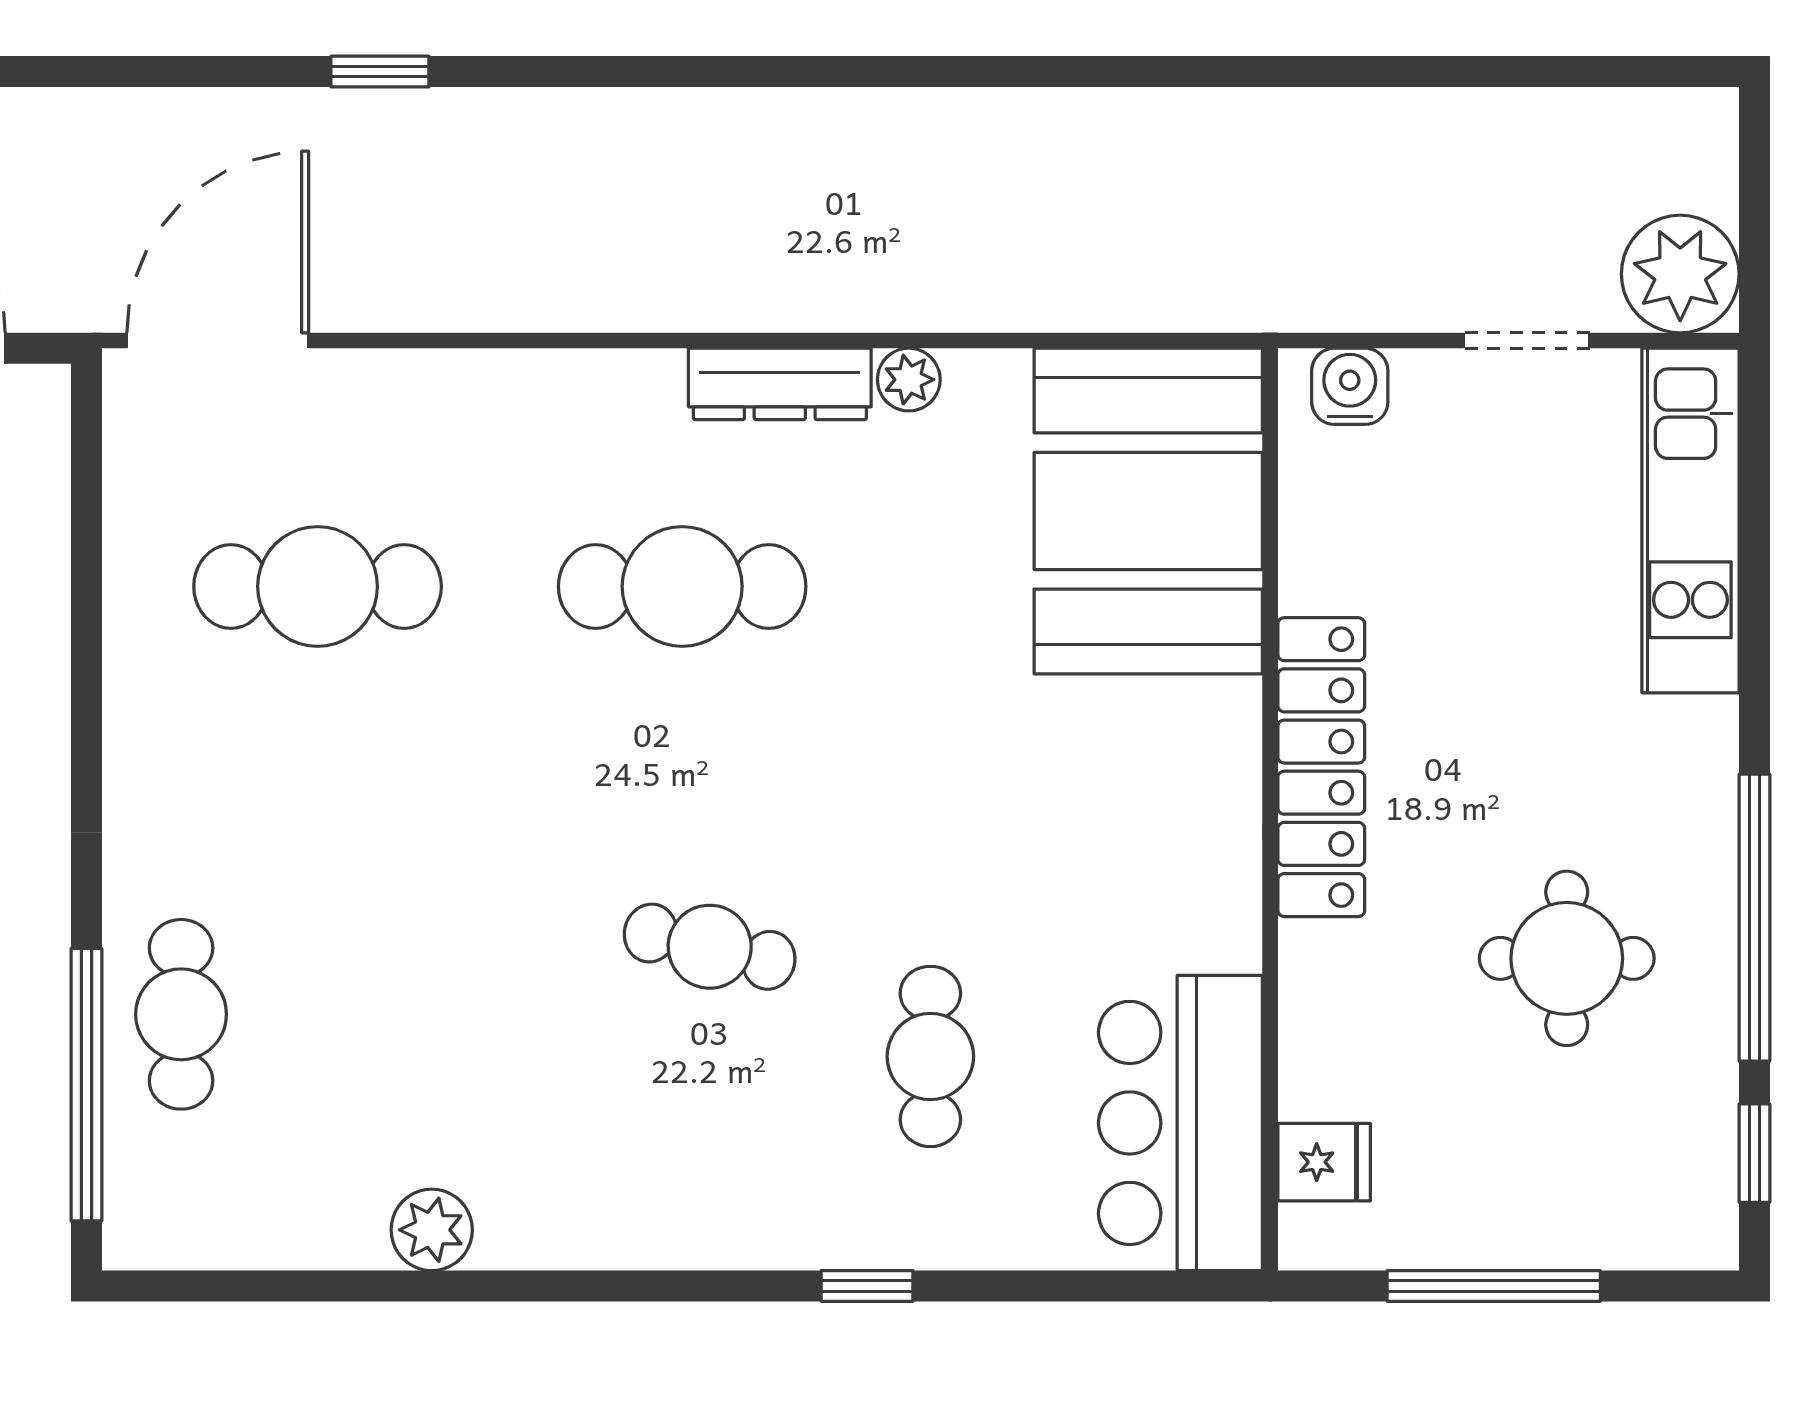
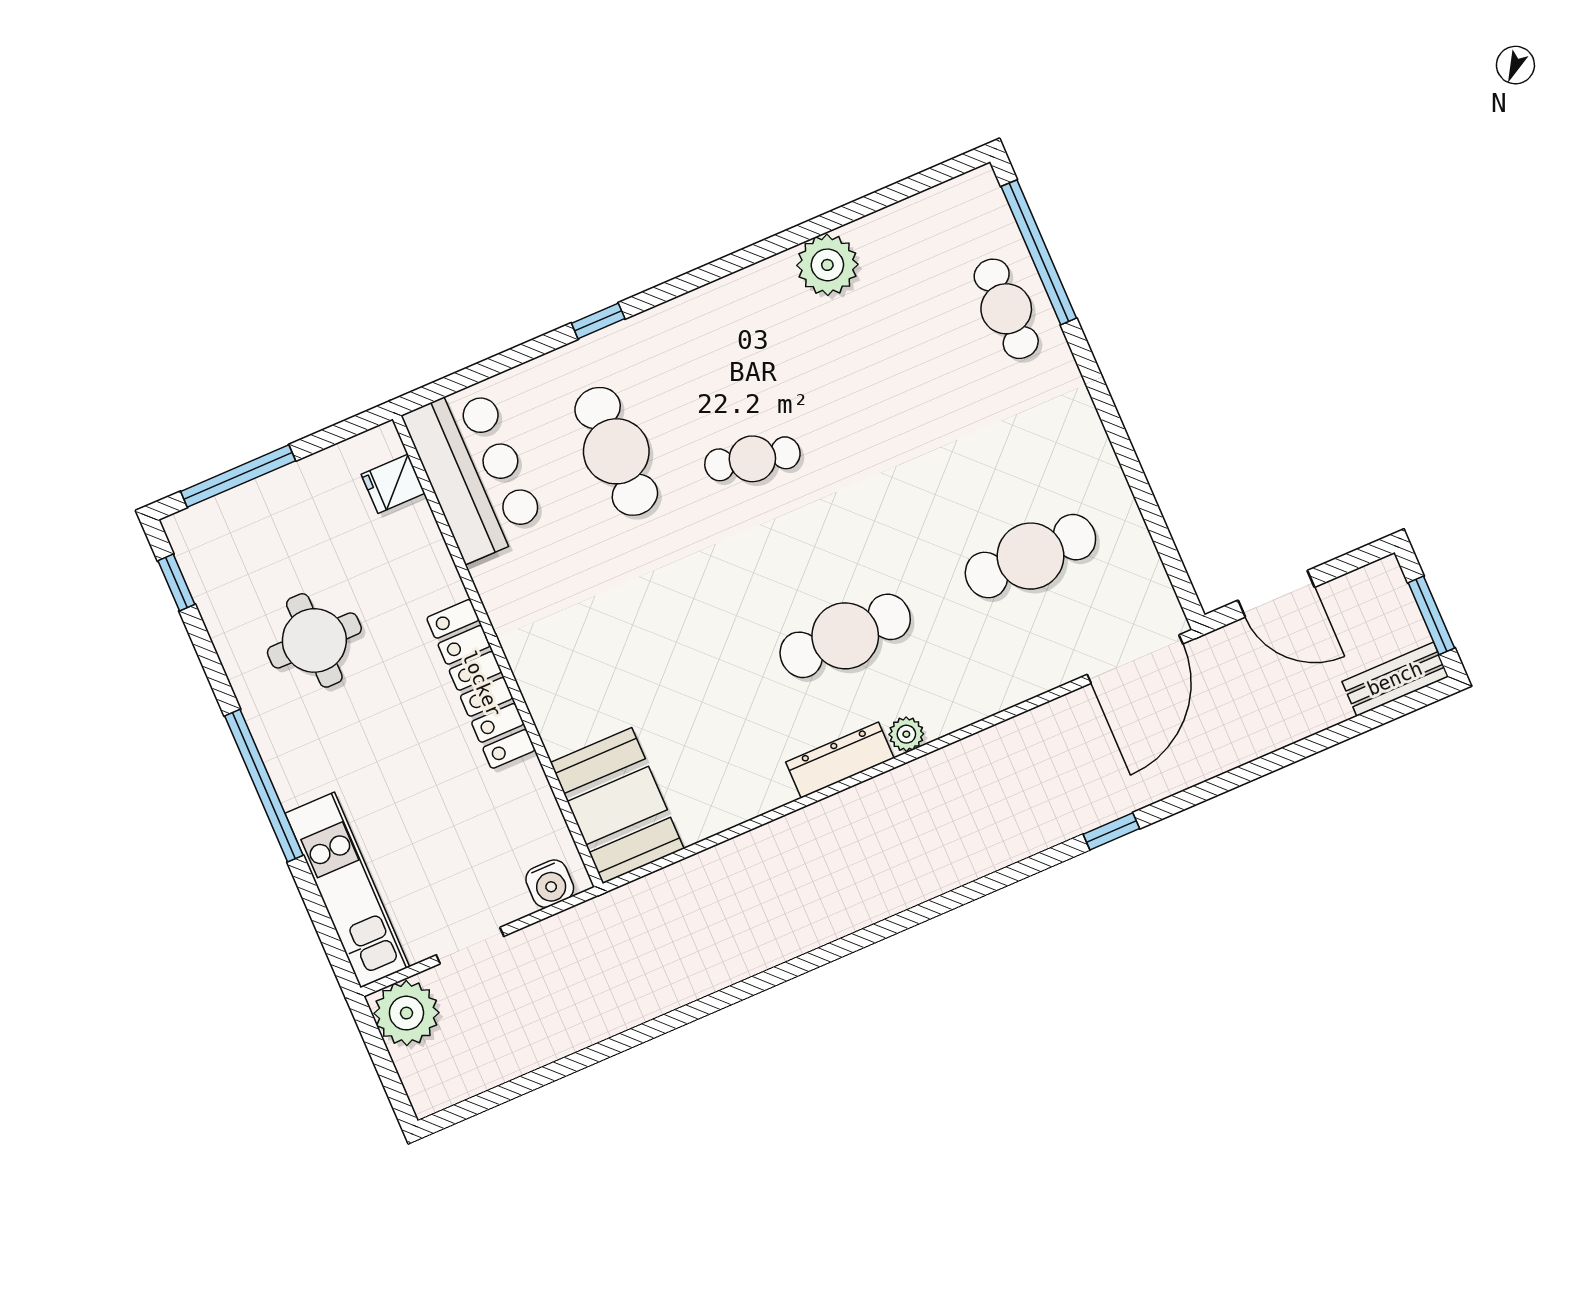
plant: (909, 380) -> (906, 734), moved
booth: (1148, 511) -> (617, 806), width x0.73, depth x0.70
window: (1754, 918) -> (264, 786), moved
cafe table: (930, 1056) -> (616, 451), width x1.37, depth x1.35
plant: (432, 1230) -> (827, 265), width x1.36, depth x1.36
window: (1494, 1286) -> (238, 476), moved

